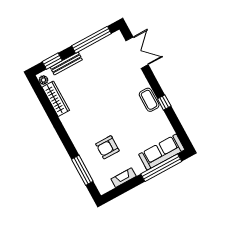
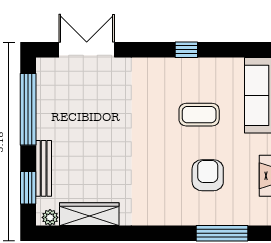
coffee table: (149, 100) -> (199, 115), moved
armchair: (107, 147) -> (208, 175), turned 180

